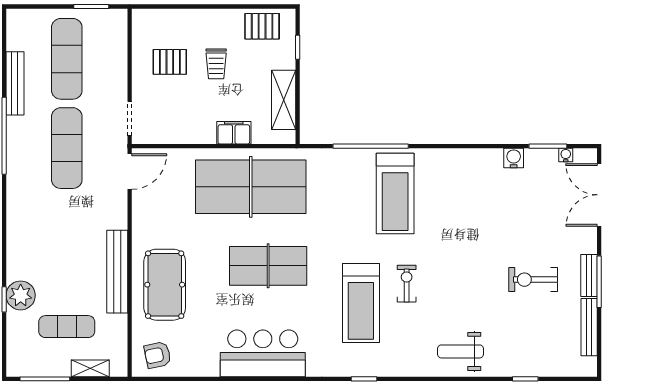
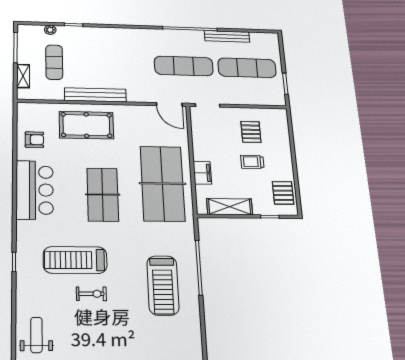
treadmill: (395, 194) -> (163, 285), turned -90
plant: (21, 295) -> (50, 30), moved, width x0.53, depth x0.53
armchair: (157, 355) -> (34, 140), moved, turned 102

